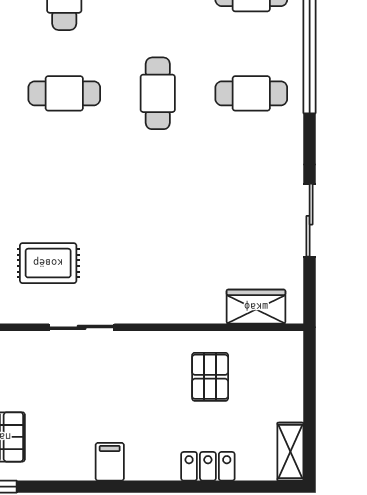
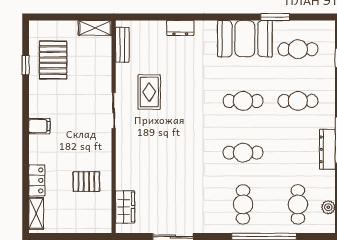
cafe table: (64, 93) -> (243, 101), turned 90
shelving: (290, 452) -> (36, 213), moved, turned 90

